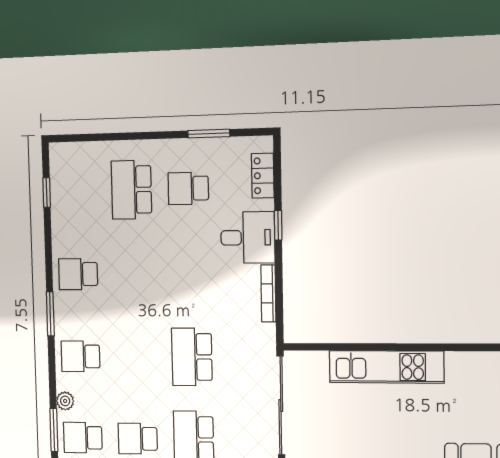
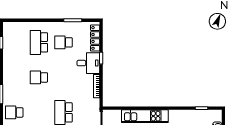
locker: (263, 176) -> (95, 38), width x1.53
school desk: (78, 274) -> (39, 77), moved

